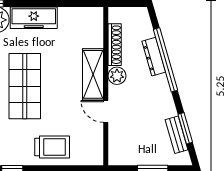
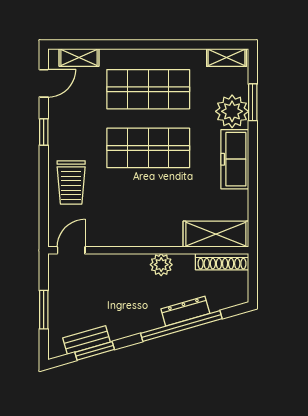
shoe rack: (115, 45) -> (222, 262), moved
shelving: (93, 74) -> (216, 234), moved
door: (106, 111) -> (71, 250), moved

